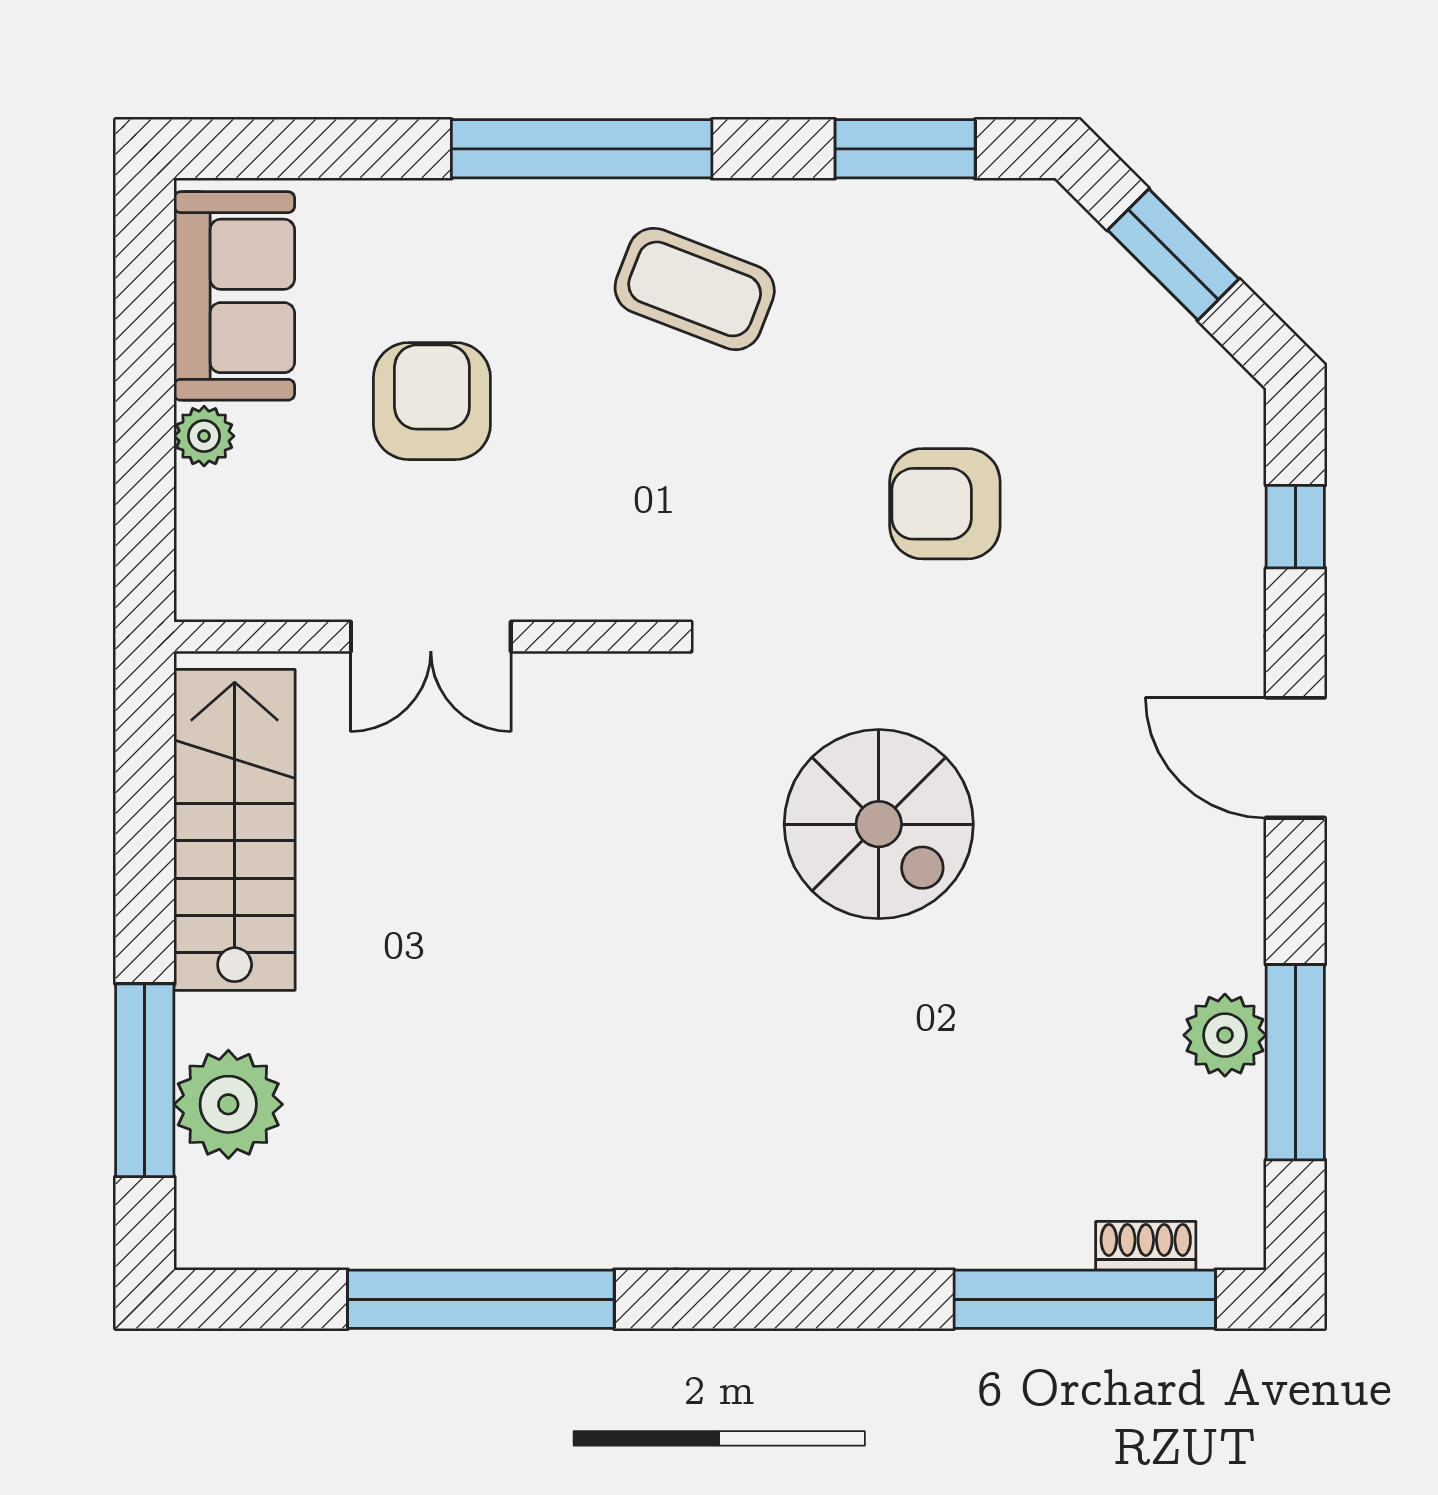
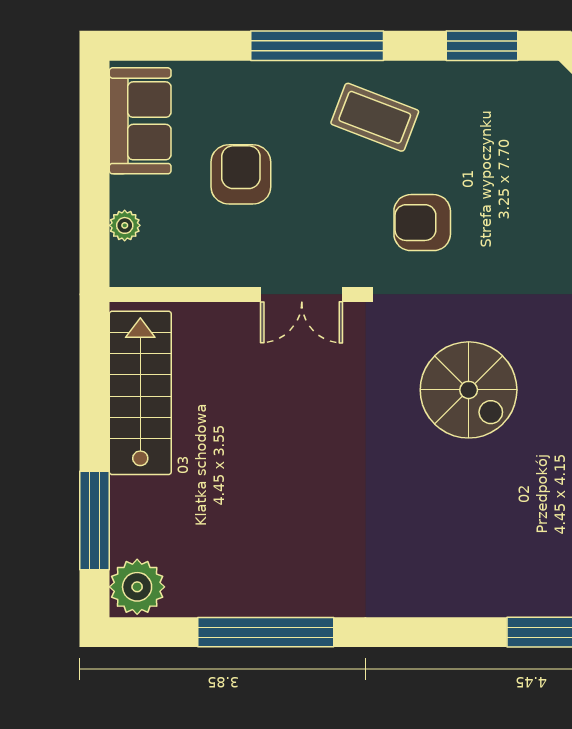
plant: (204, 436) -> (125, 225), moved
armchair: (945, 504) -> (422, 223), moved
double door: (431, 637) -> (302, 294), moved
plant: (228, 1104) -> (137, 587), moved

